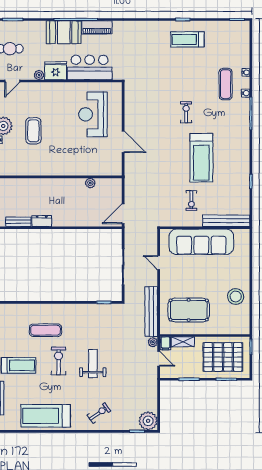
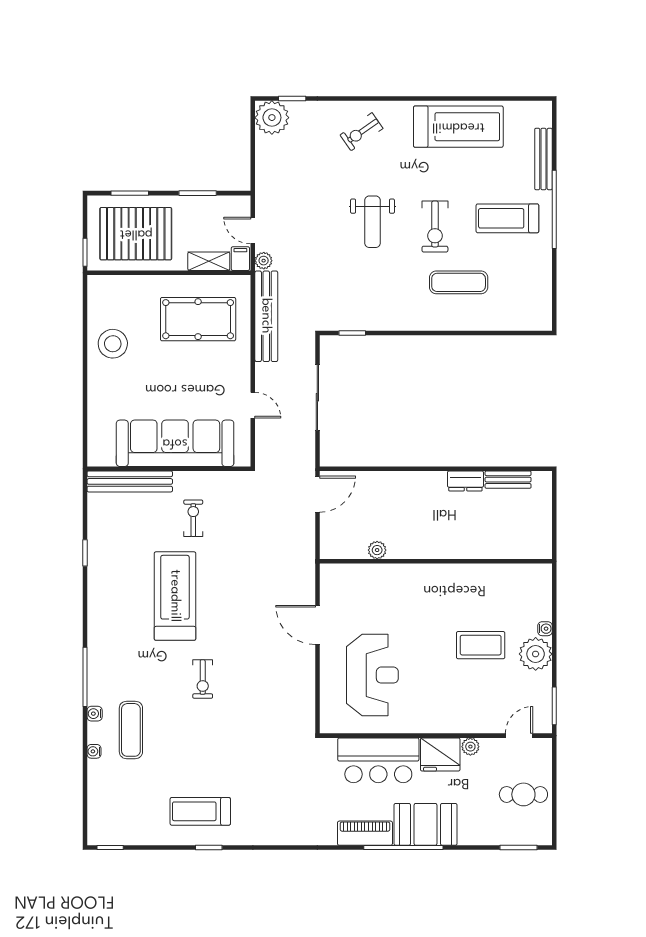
treadmill: (188, 39) -> (200, 811), turned 180
coffee table: (33, 131) -> (481, 645), turned 90

